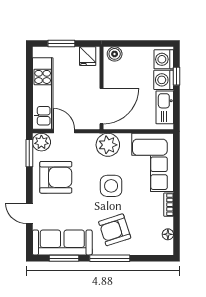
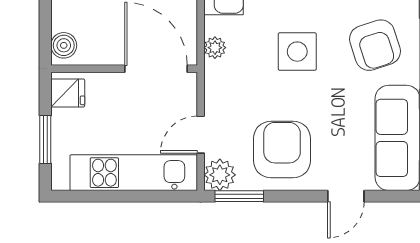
plant: (108, 145) -> (215, 48), width x0.53, depth x0.53

